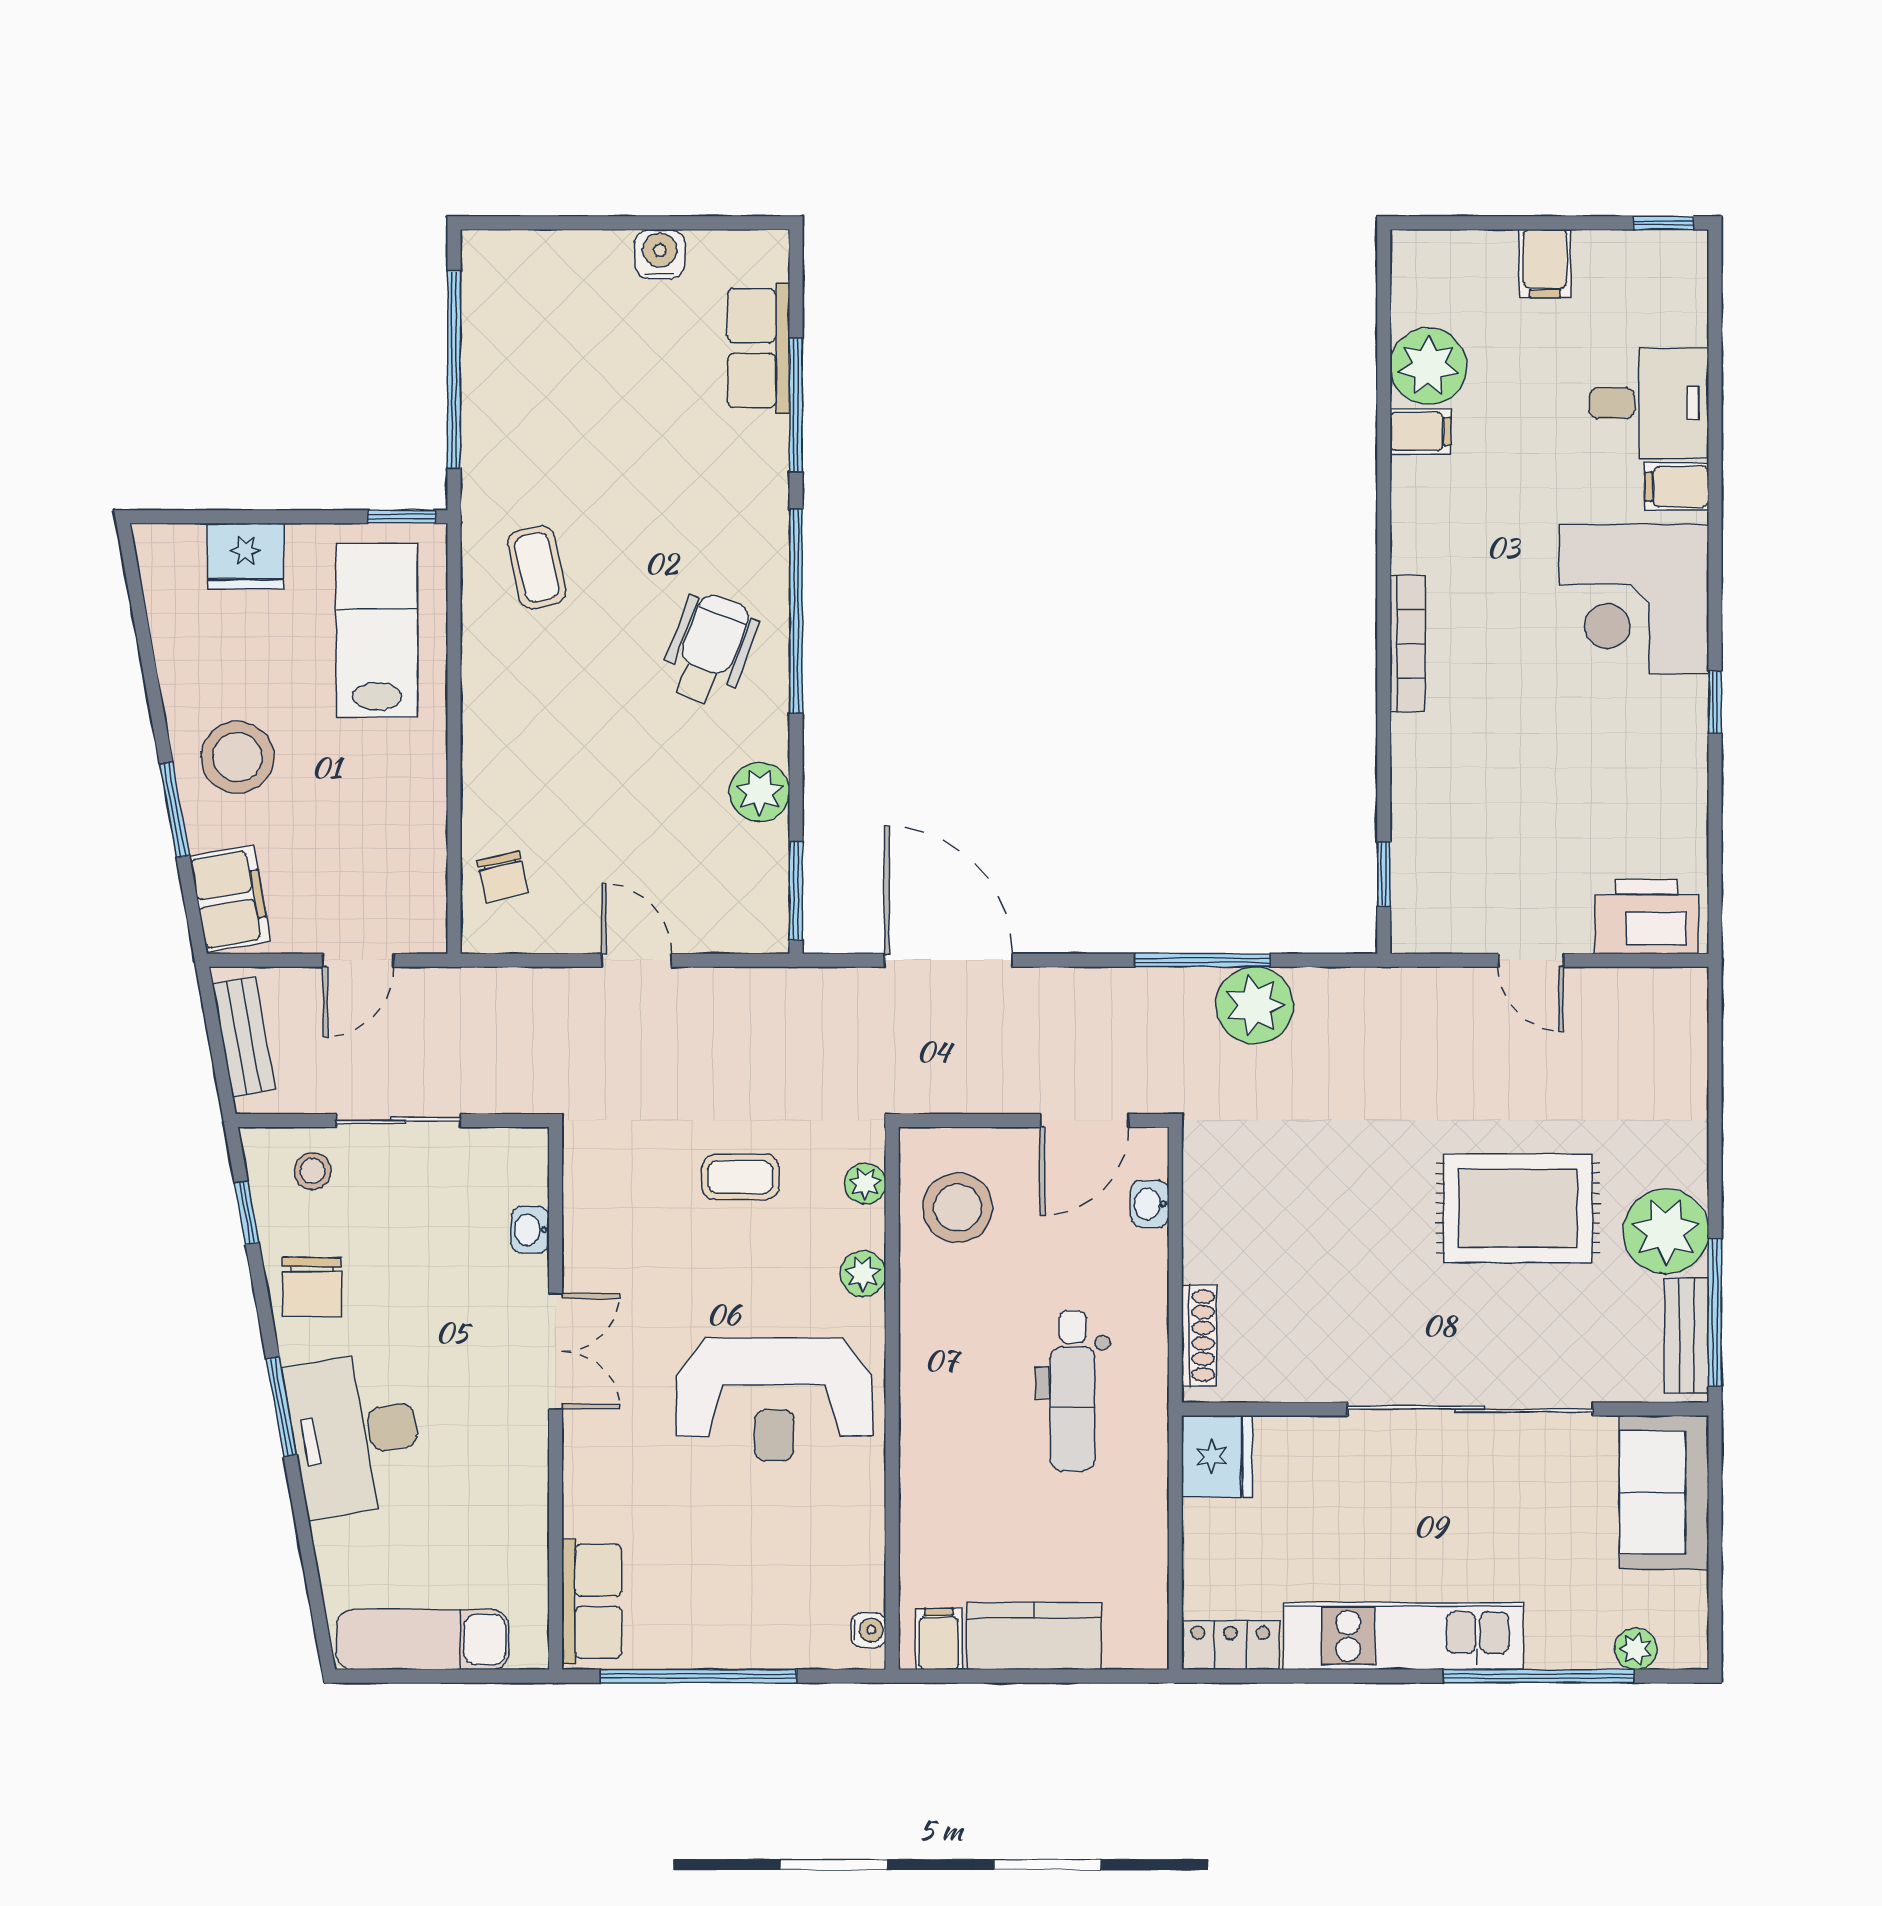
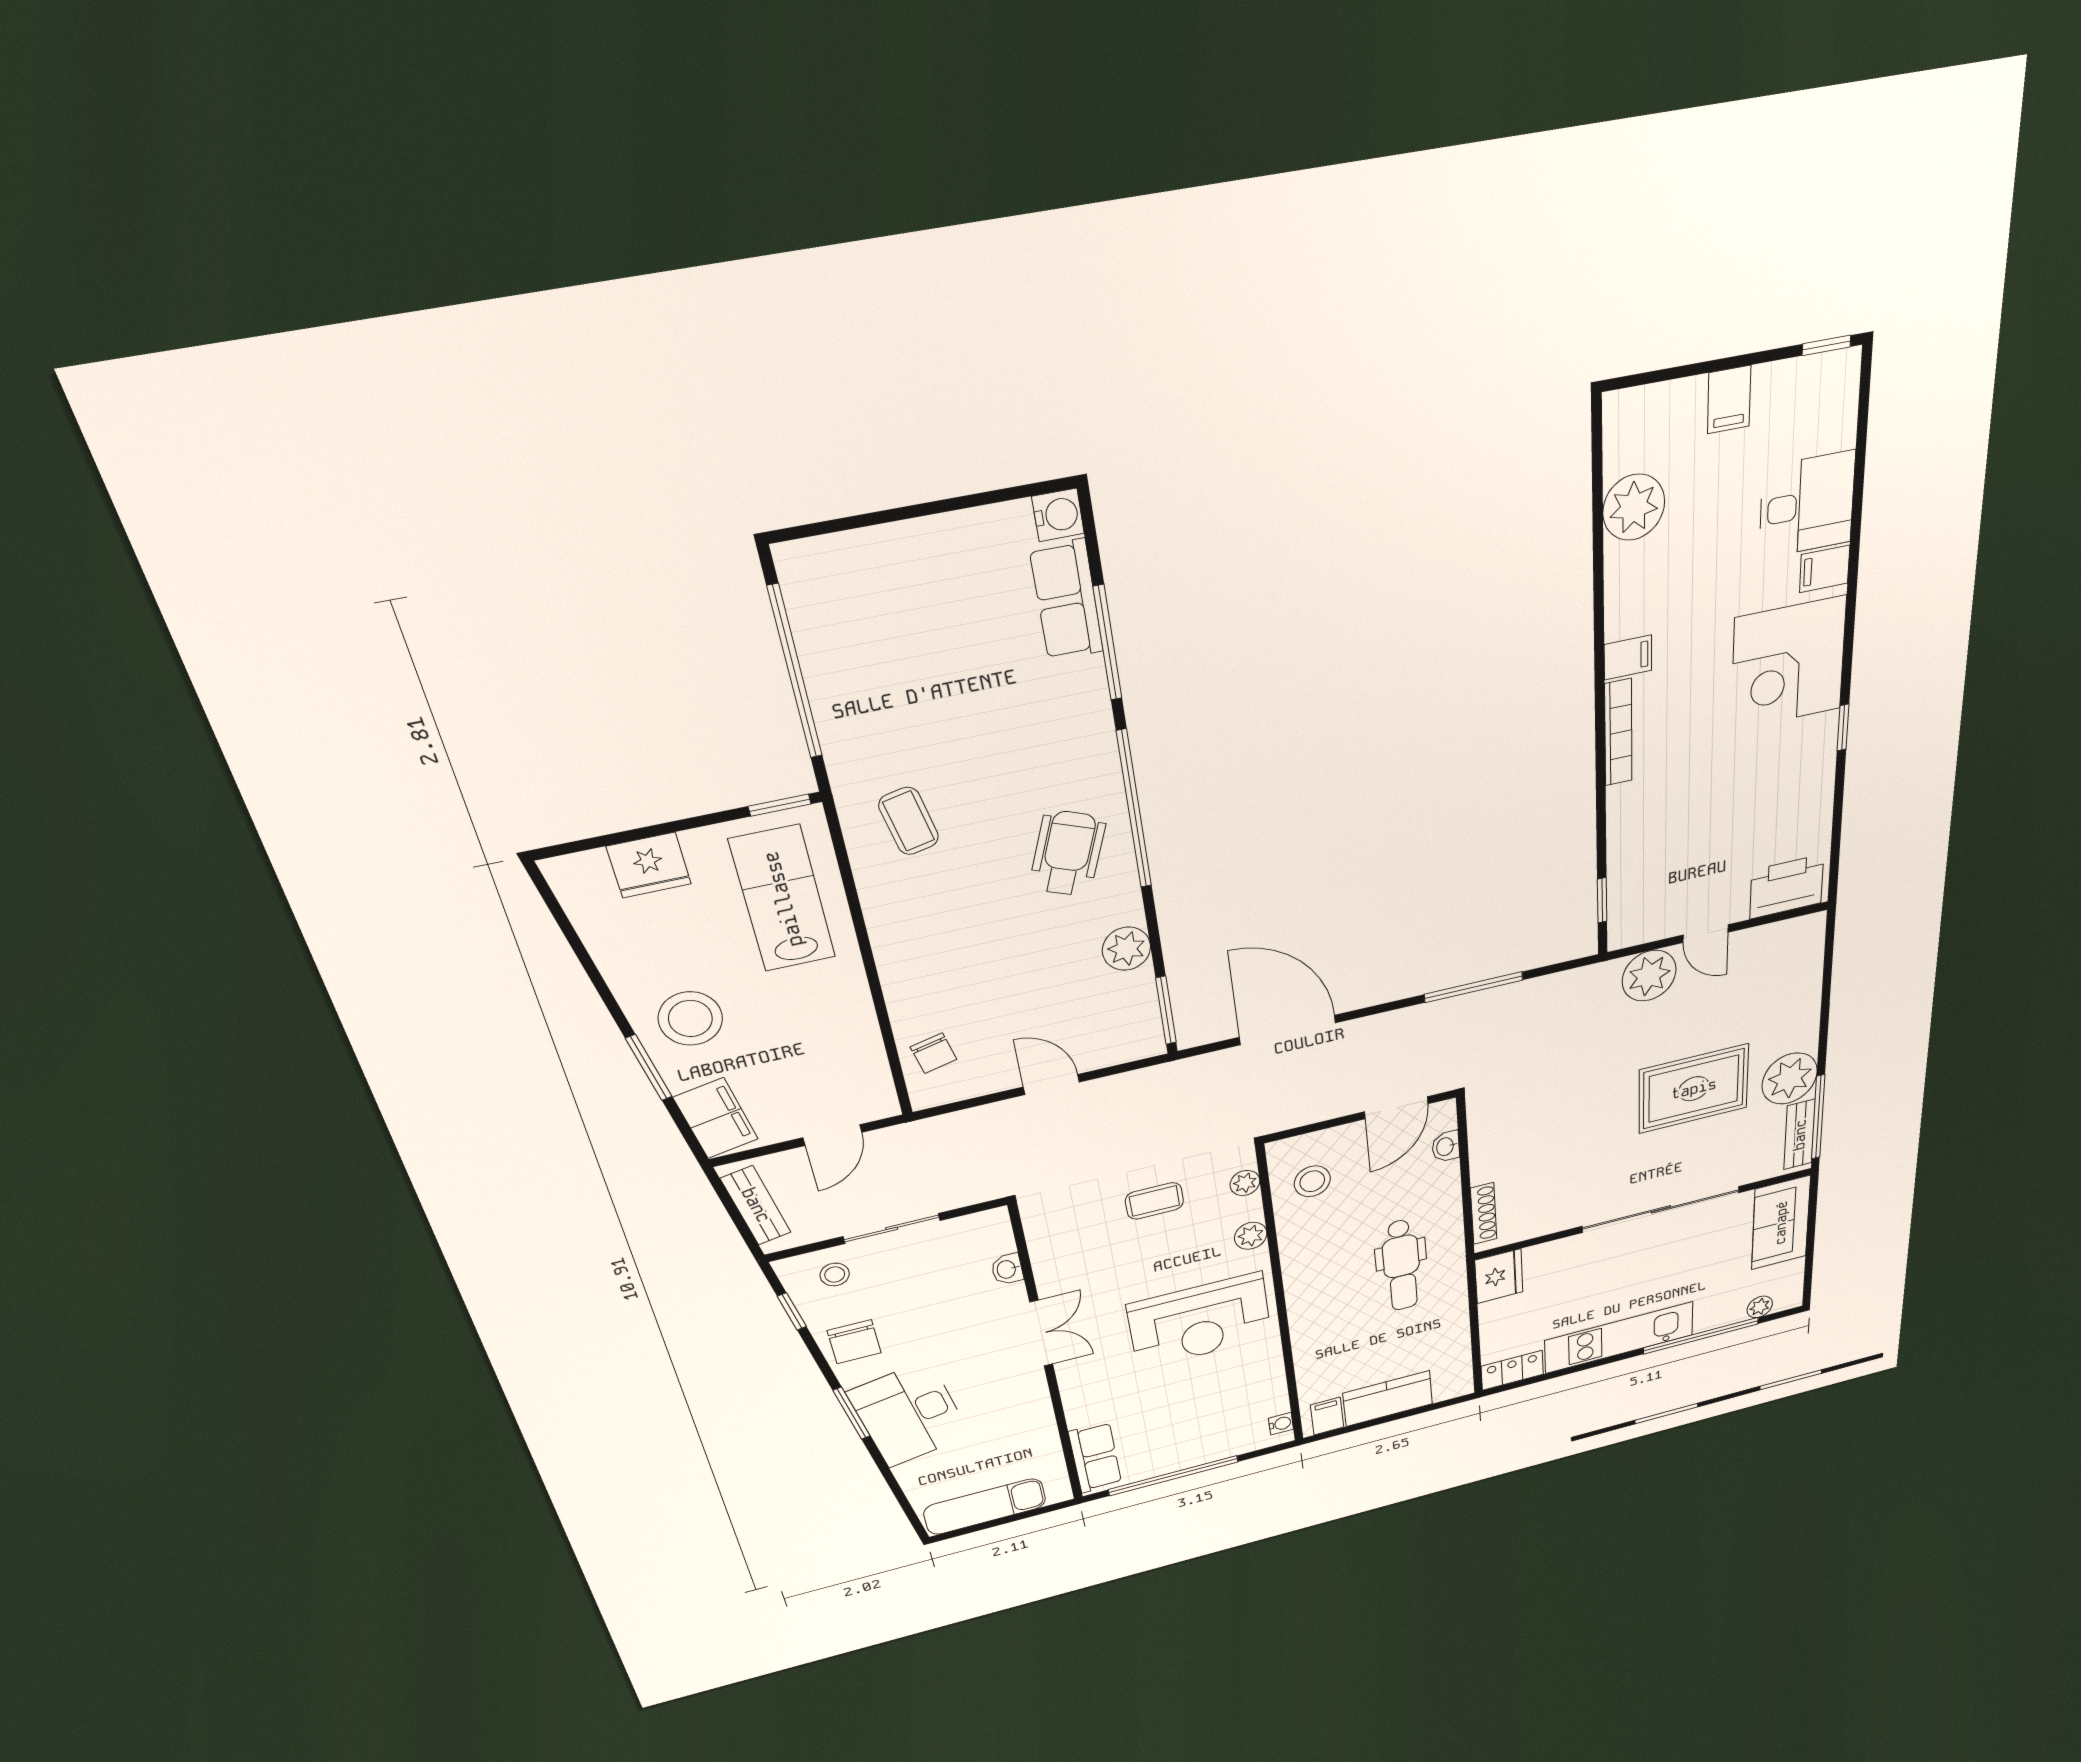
water cooler: (660, 254) -> (1058, 515), moved, turned 90
filing cabinet: (1421, 431) -> (1628, 657), moved
plant: (1255, 1005) -> (1649, 976), moved
stool: (958, 1208) -> (1312, 1181), width x0.73, depth x0.73

